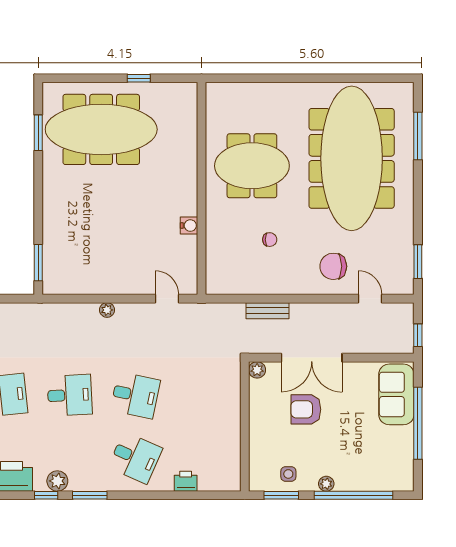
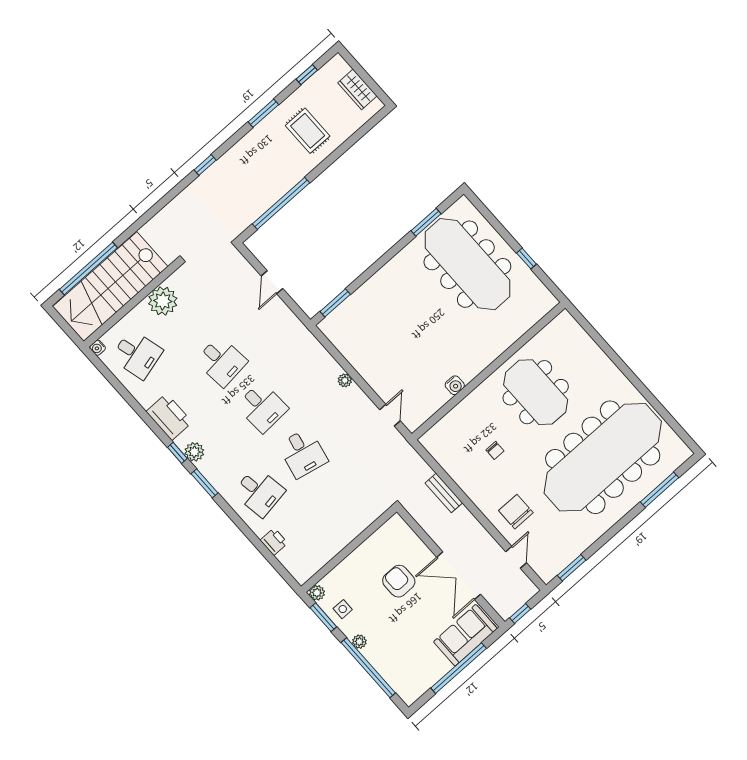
double door: (312, 358) -> (459, 576), moved
plant: (257, 370) -> (317, 593), moved
desk: (135, 458) -> (259, 492), turned -33

